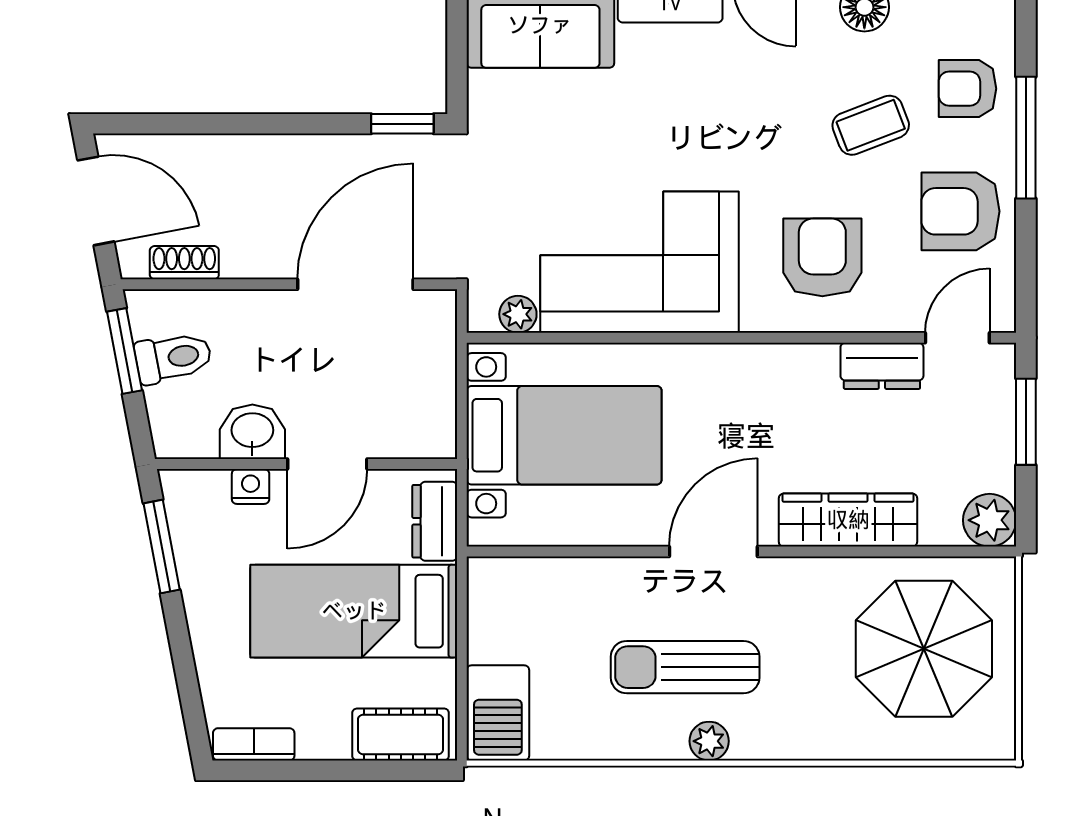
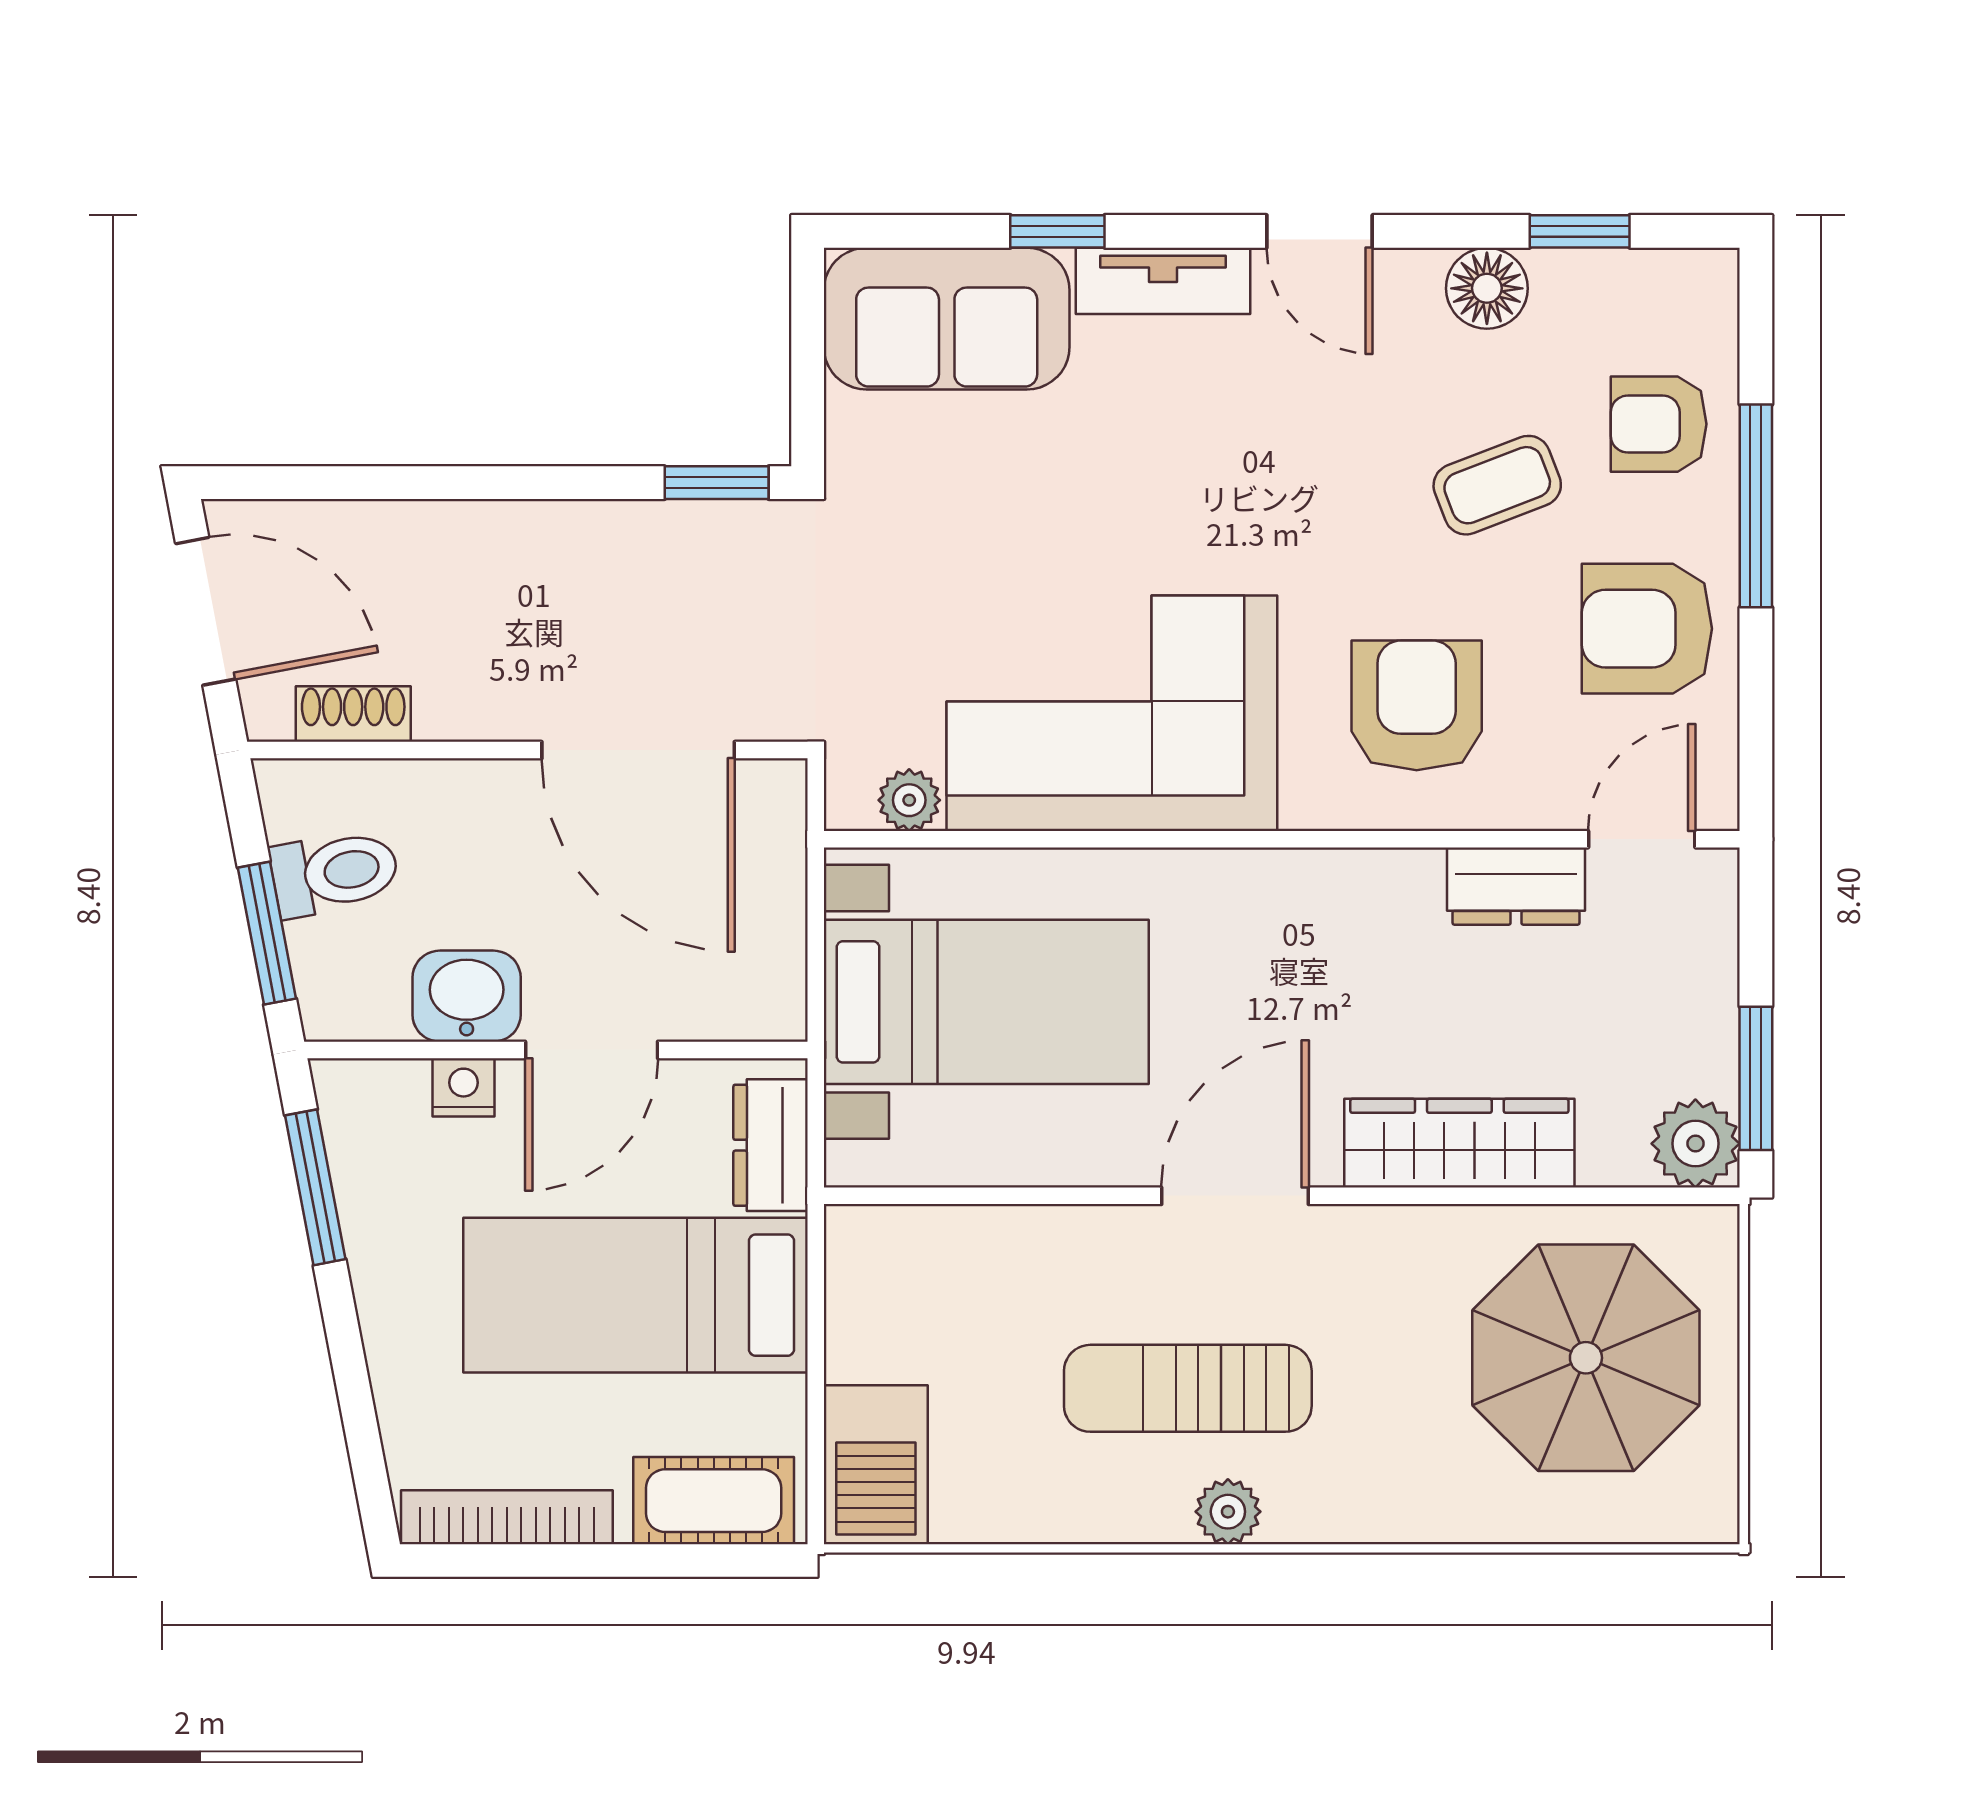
door: (355, 284) -> (638, 750), swing flipped
window: (124, 351) -> (267, 933), moved
window: (1026, 422) -> (1756, 1078), moved
bookcase: (254, 744) -> (507, 1517), width x1.56

